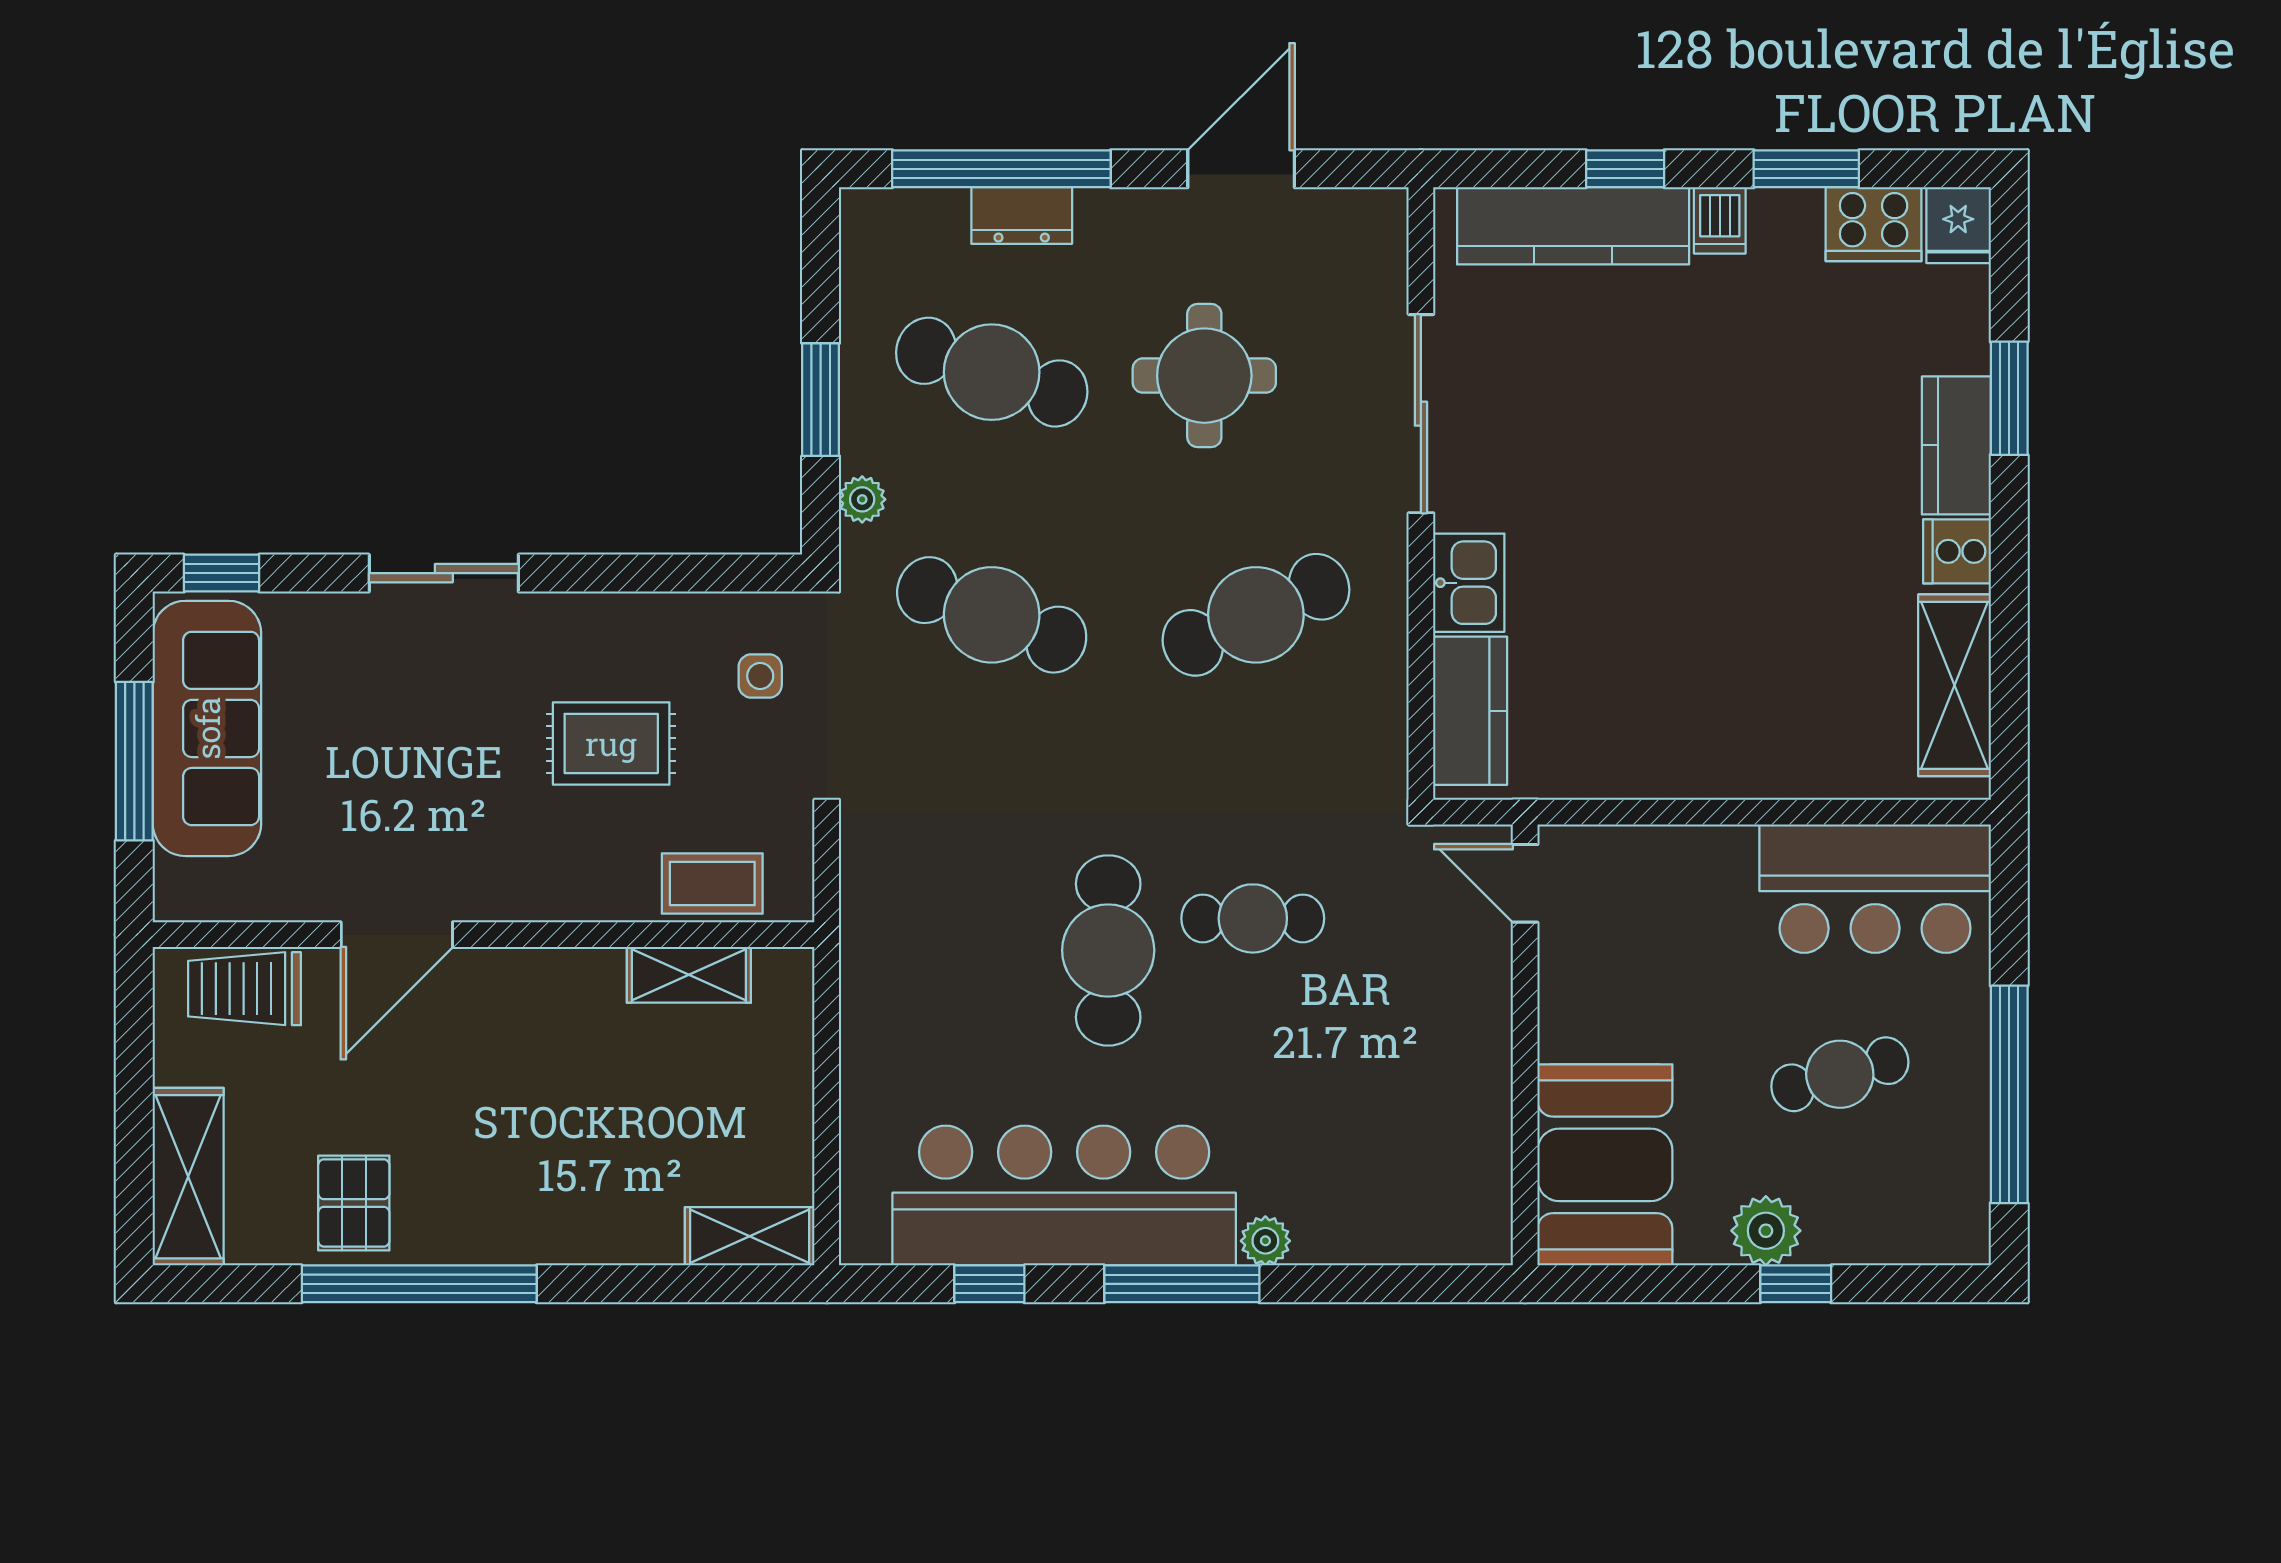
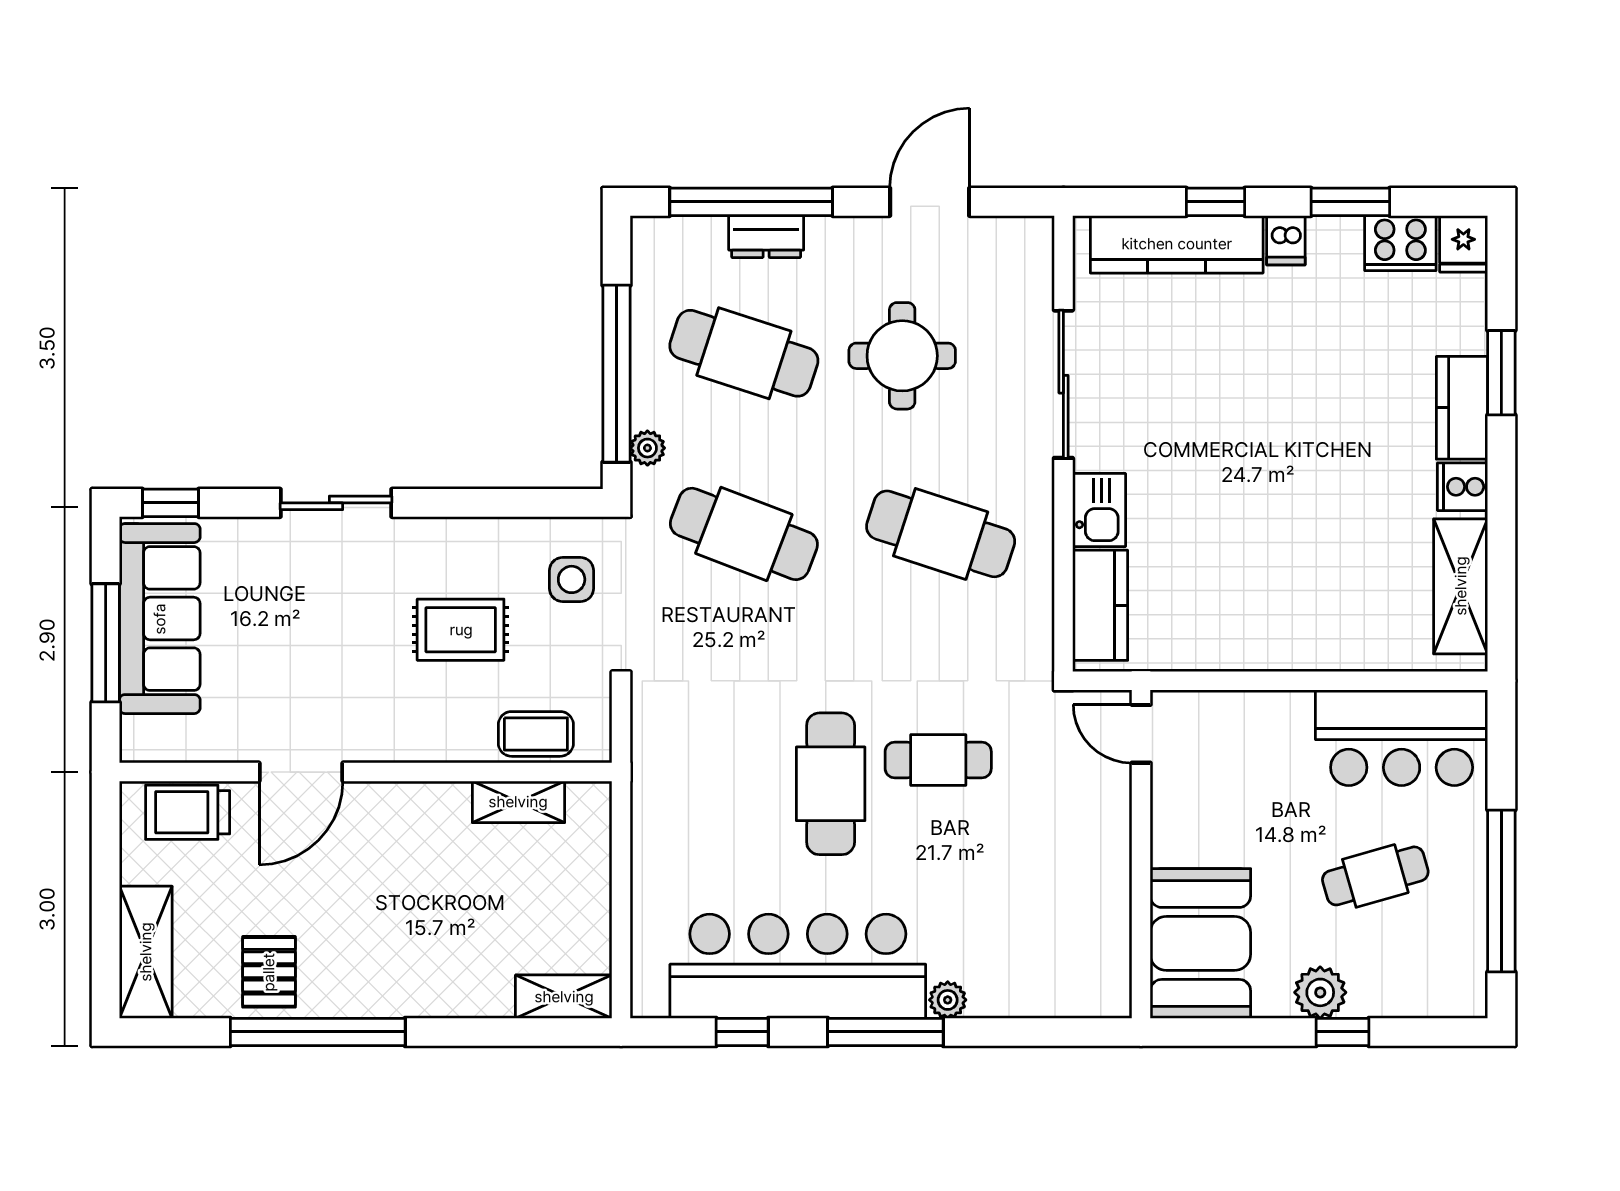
window: (821, 400) -> (616, 374), width x2.11
cafe table: (1256, 615) -> (941, 534), turned 42
side table: (760, 676) -> (572, 579), width x1.37, depth x1.37

